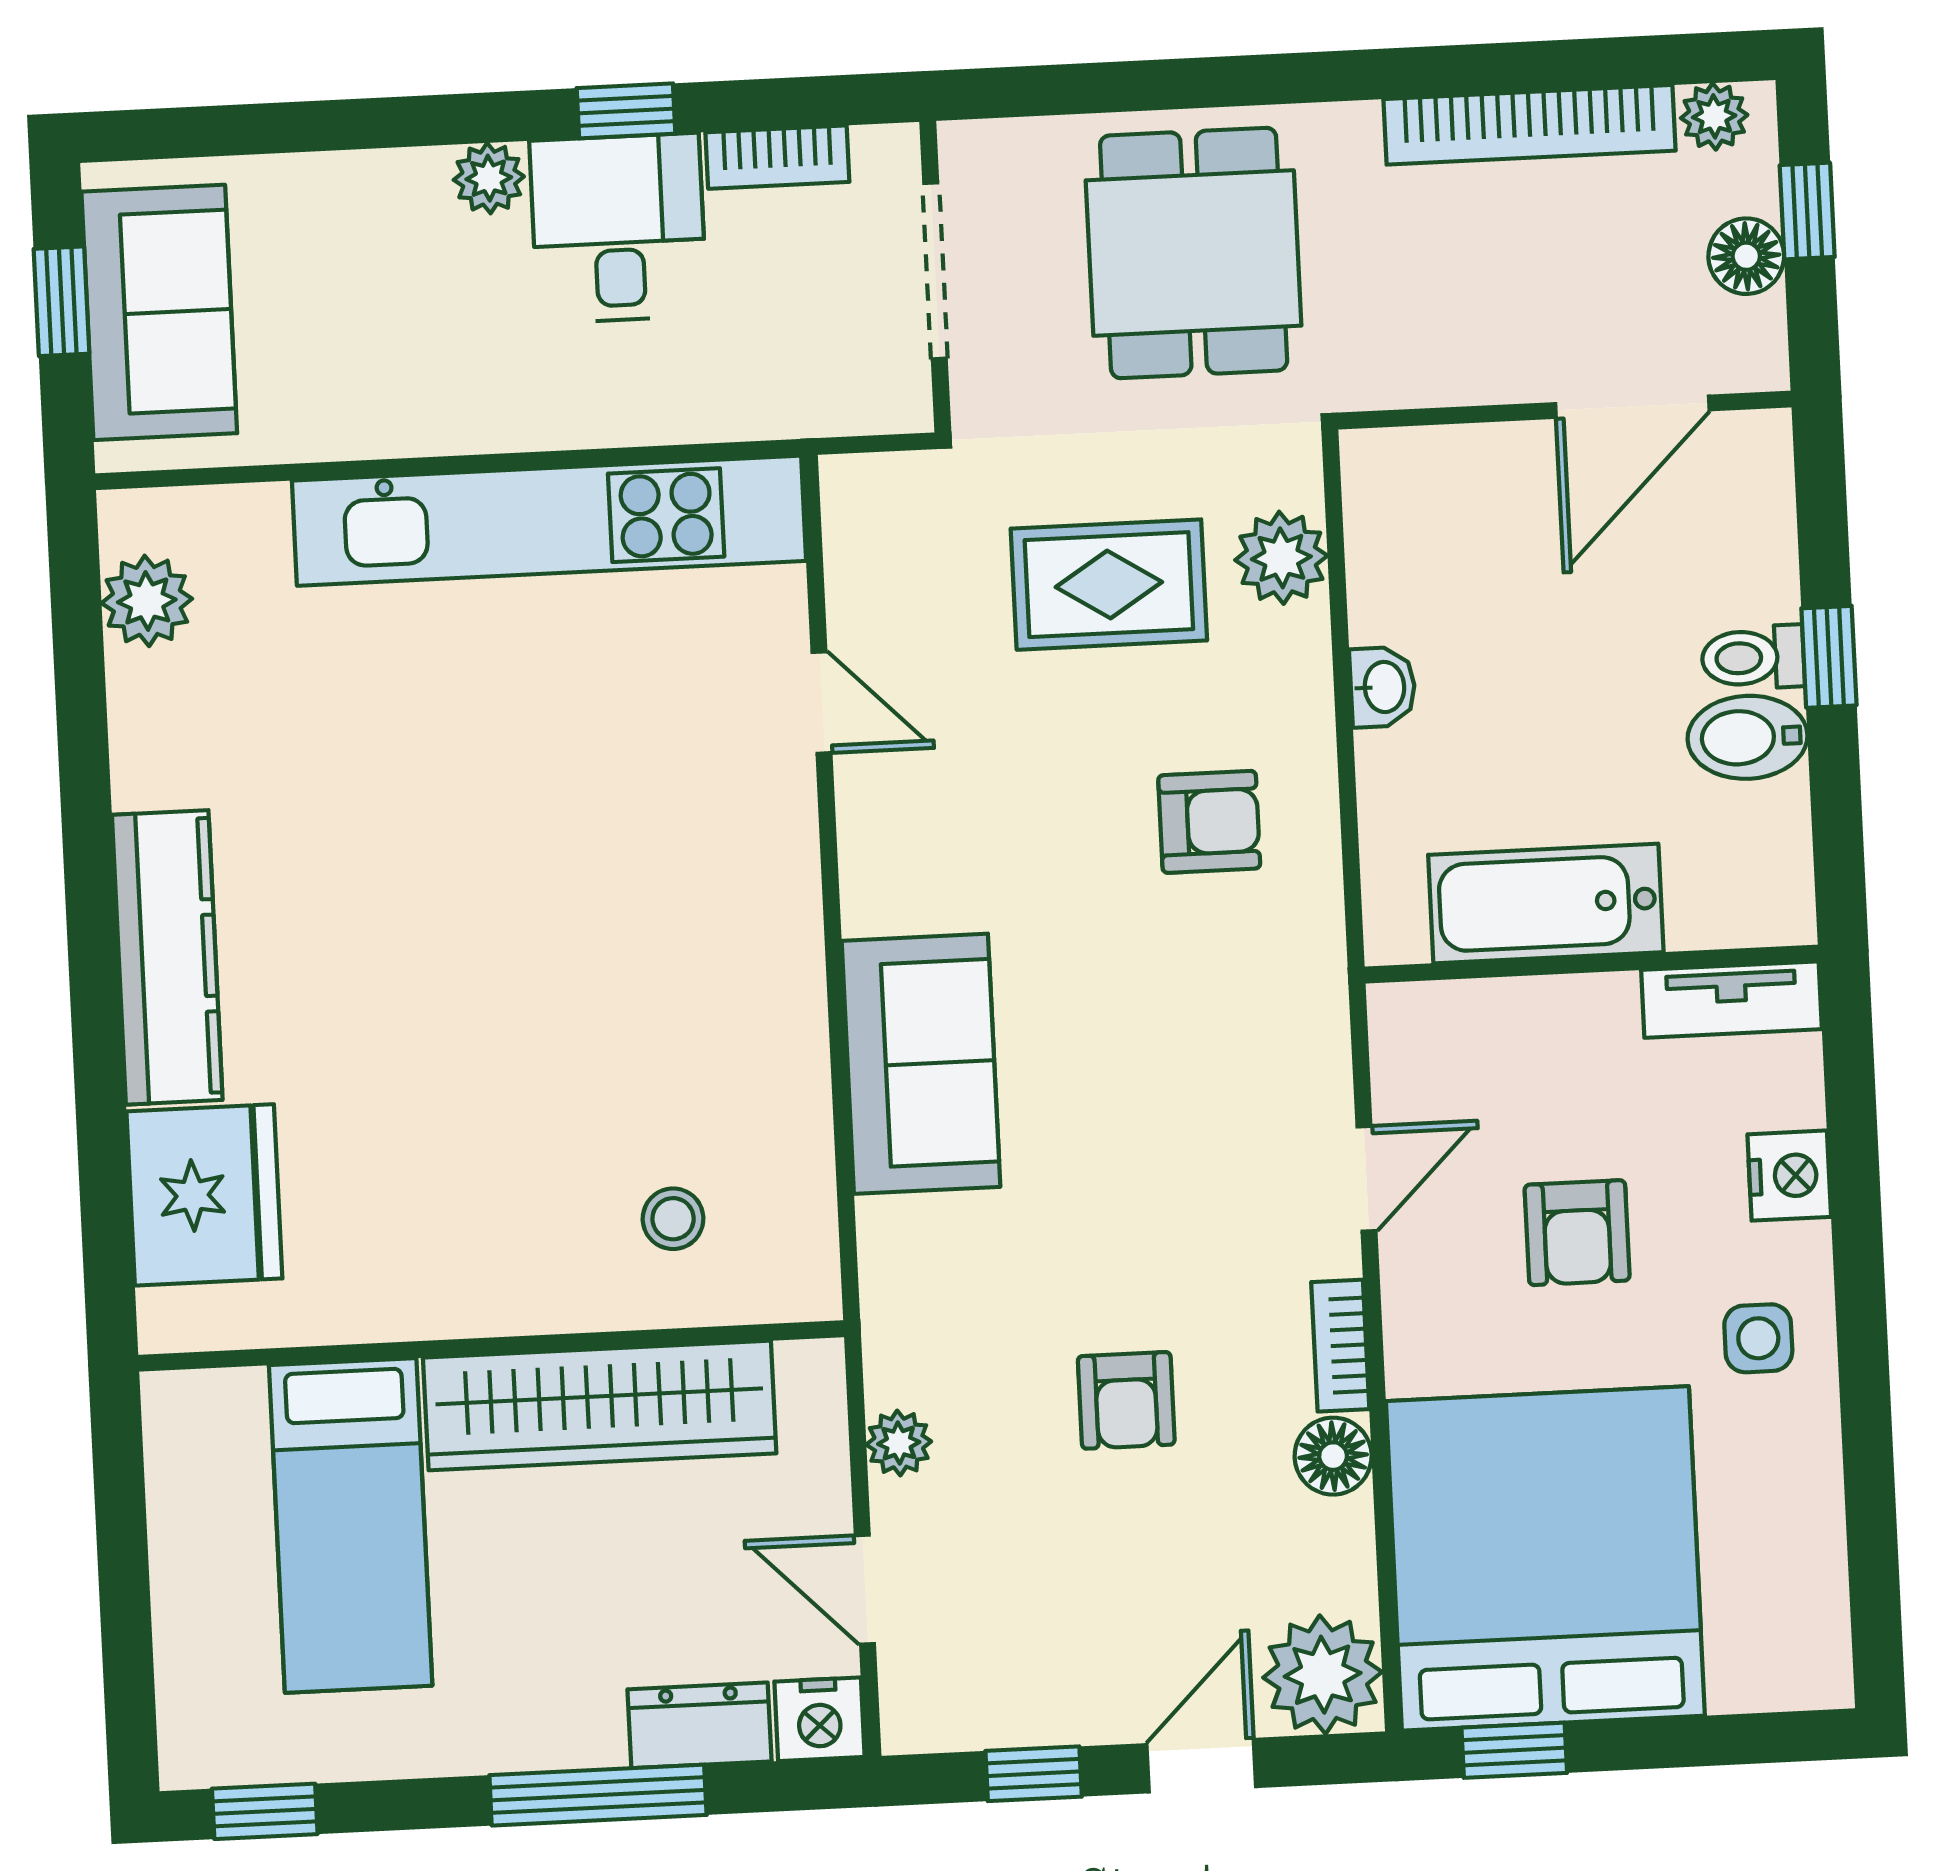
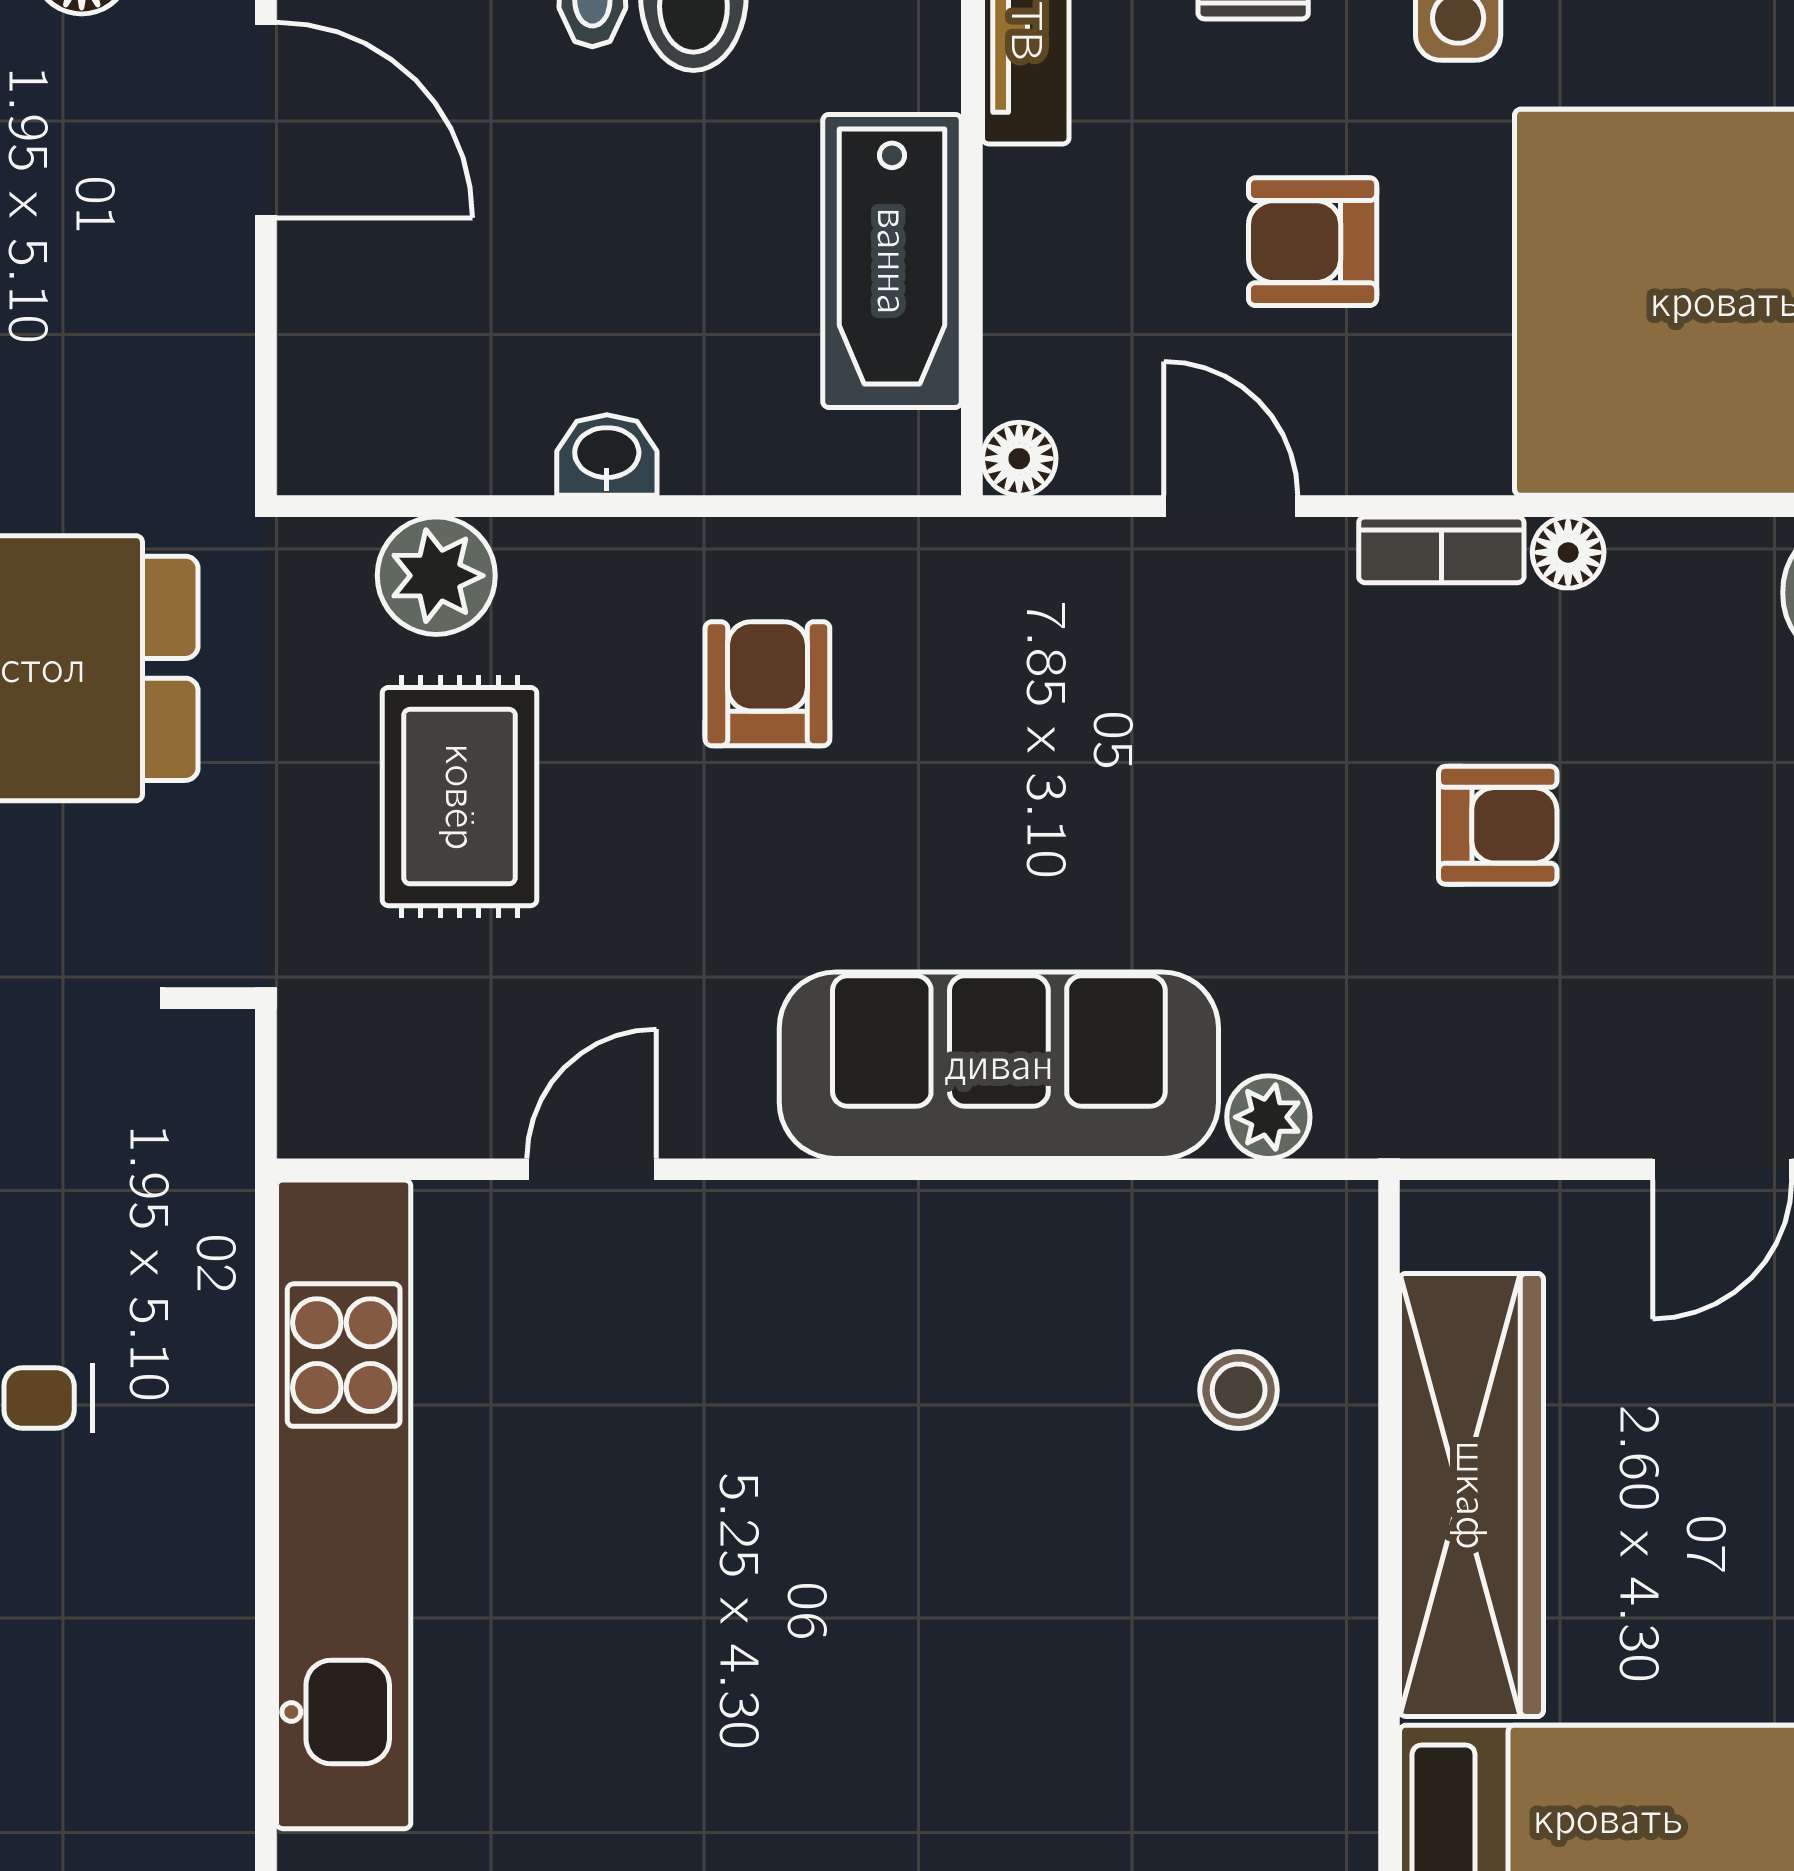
floor lamp: (1395, 1011) -> (1019, 459), added
sofa: (921, 1064) -> (999, 1065), width x1.36
armchair: (1577, 1233) -> (1313, 242), turned 180
plant: (899, 1443) -> (1268, 1117), moved
floor lamp: (1333, 1456) -> (1568, 552), width x0.73, depth x0.73

